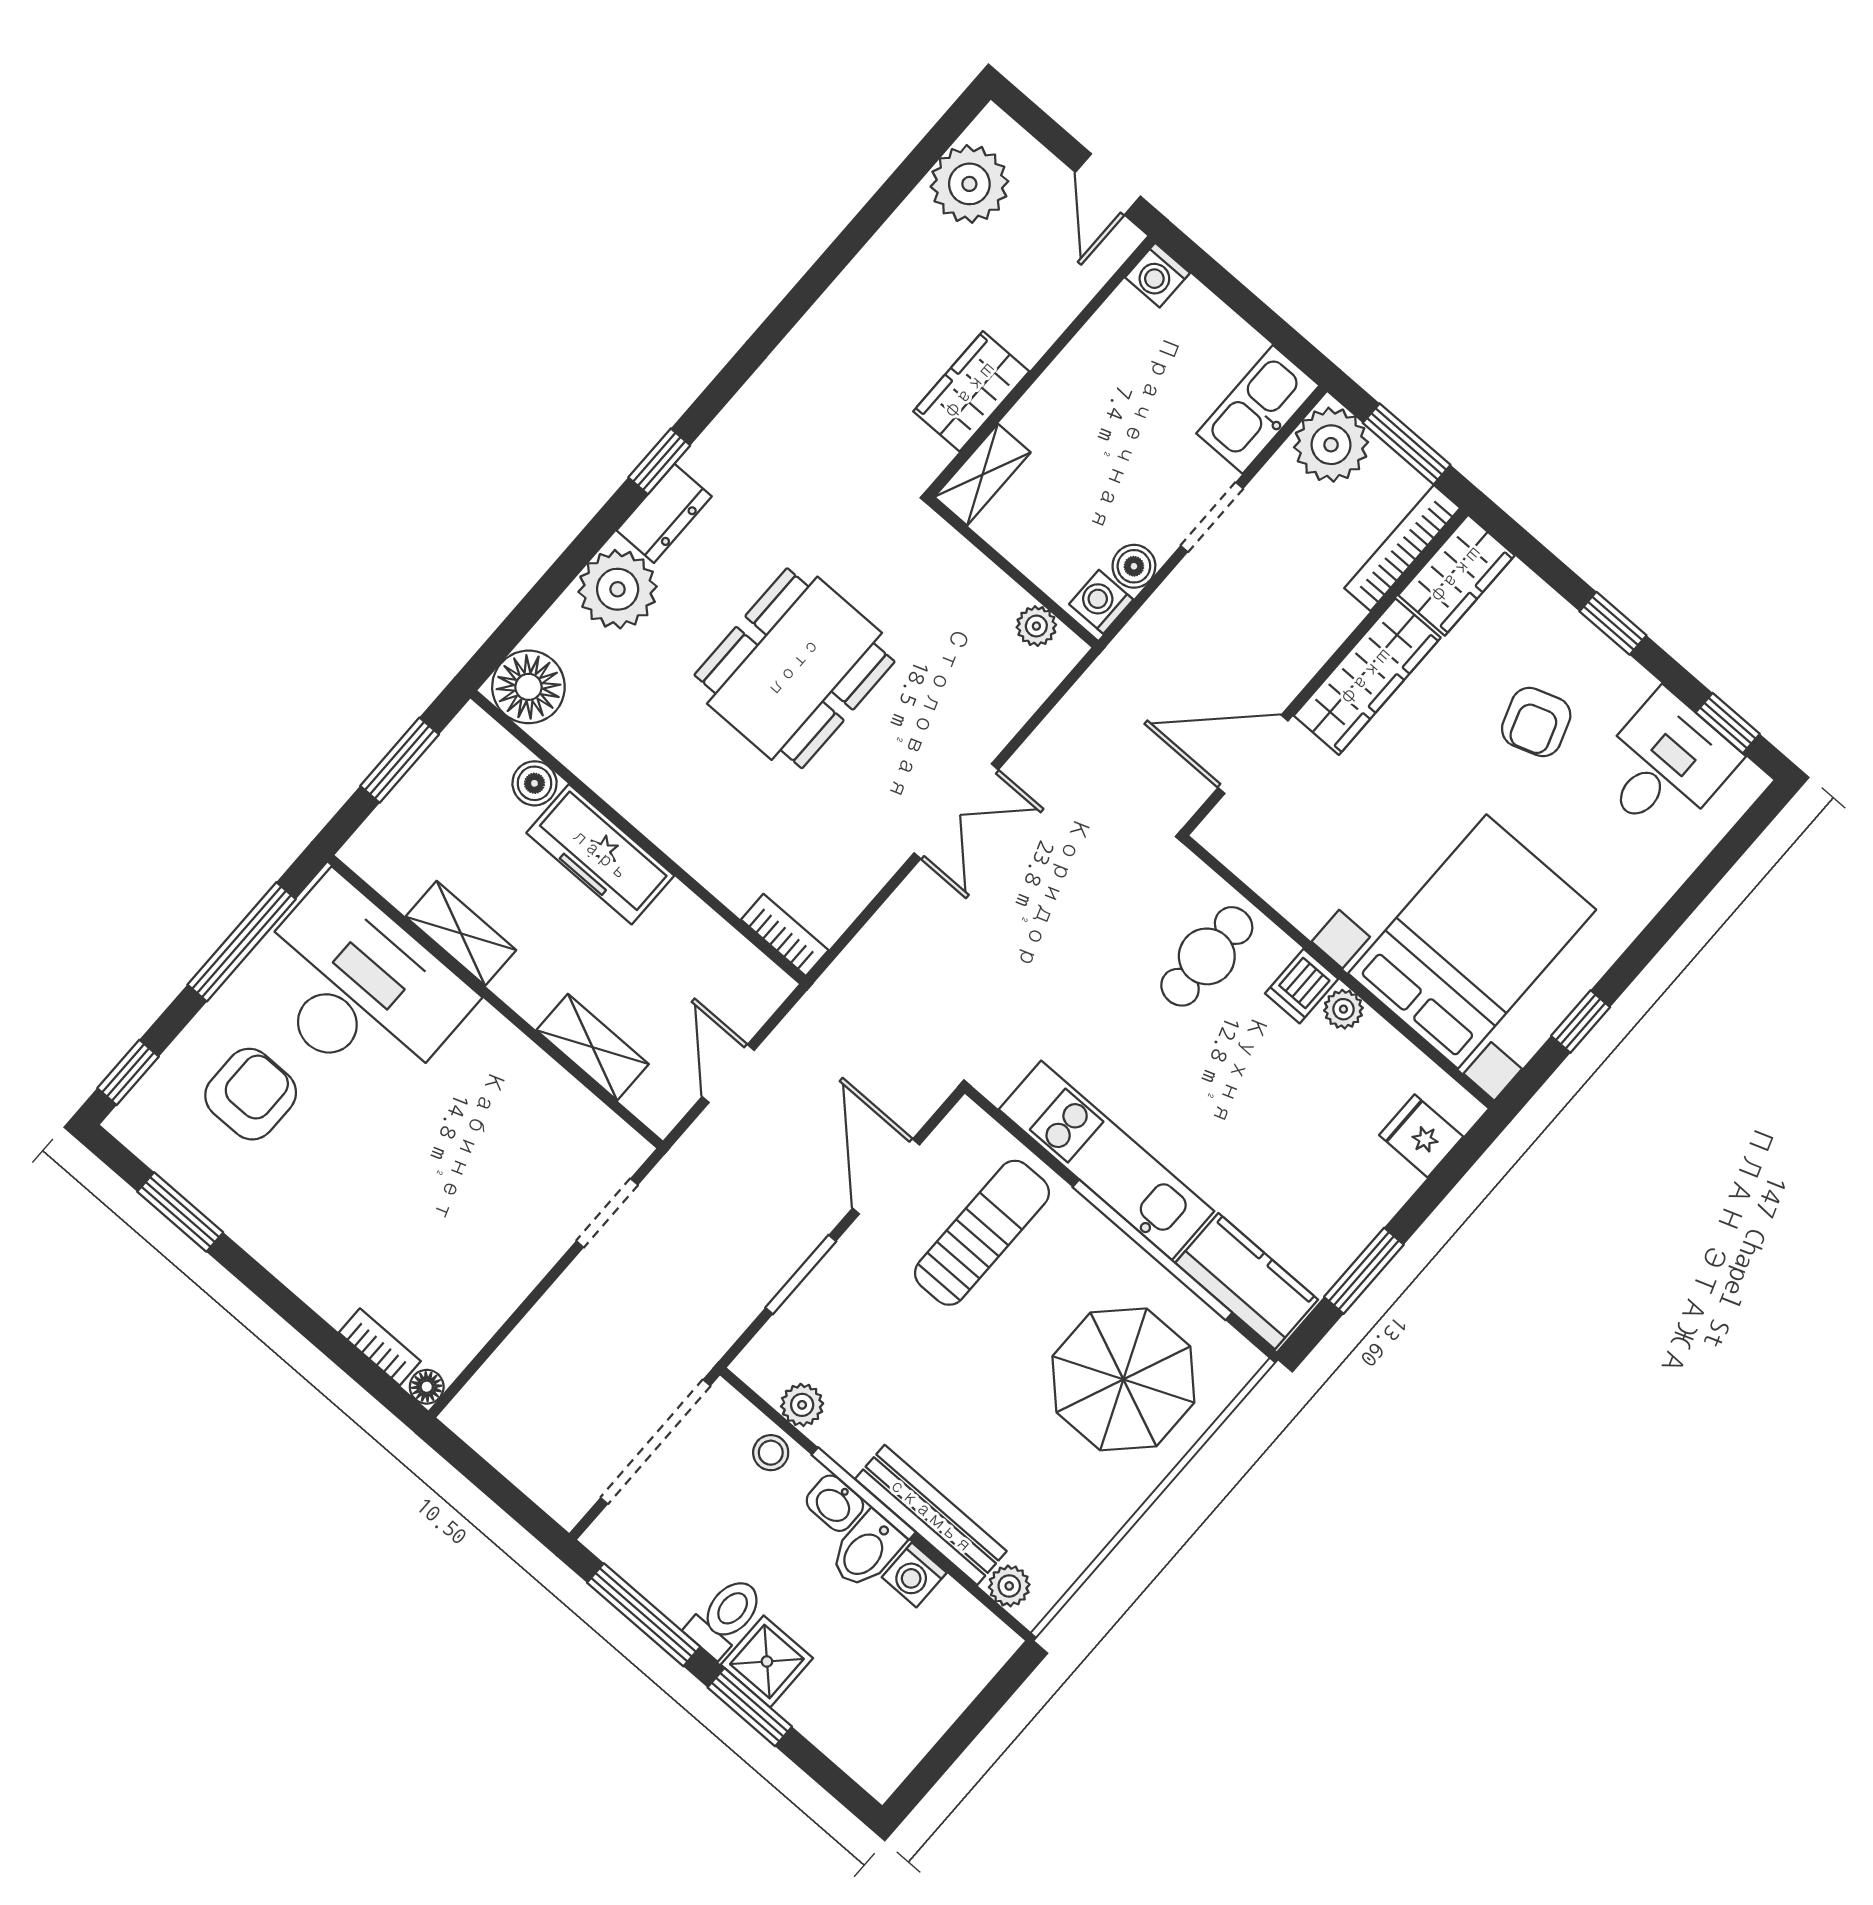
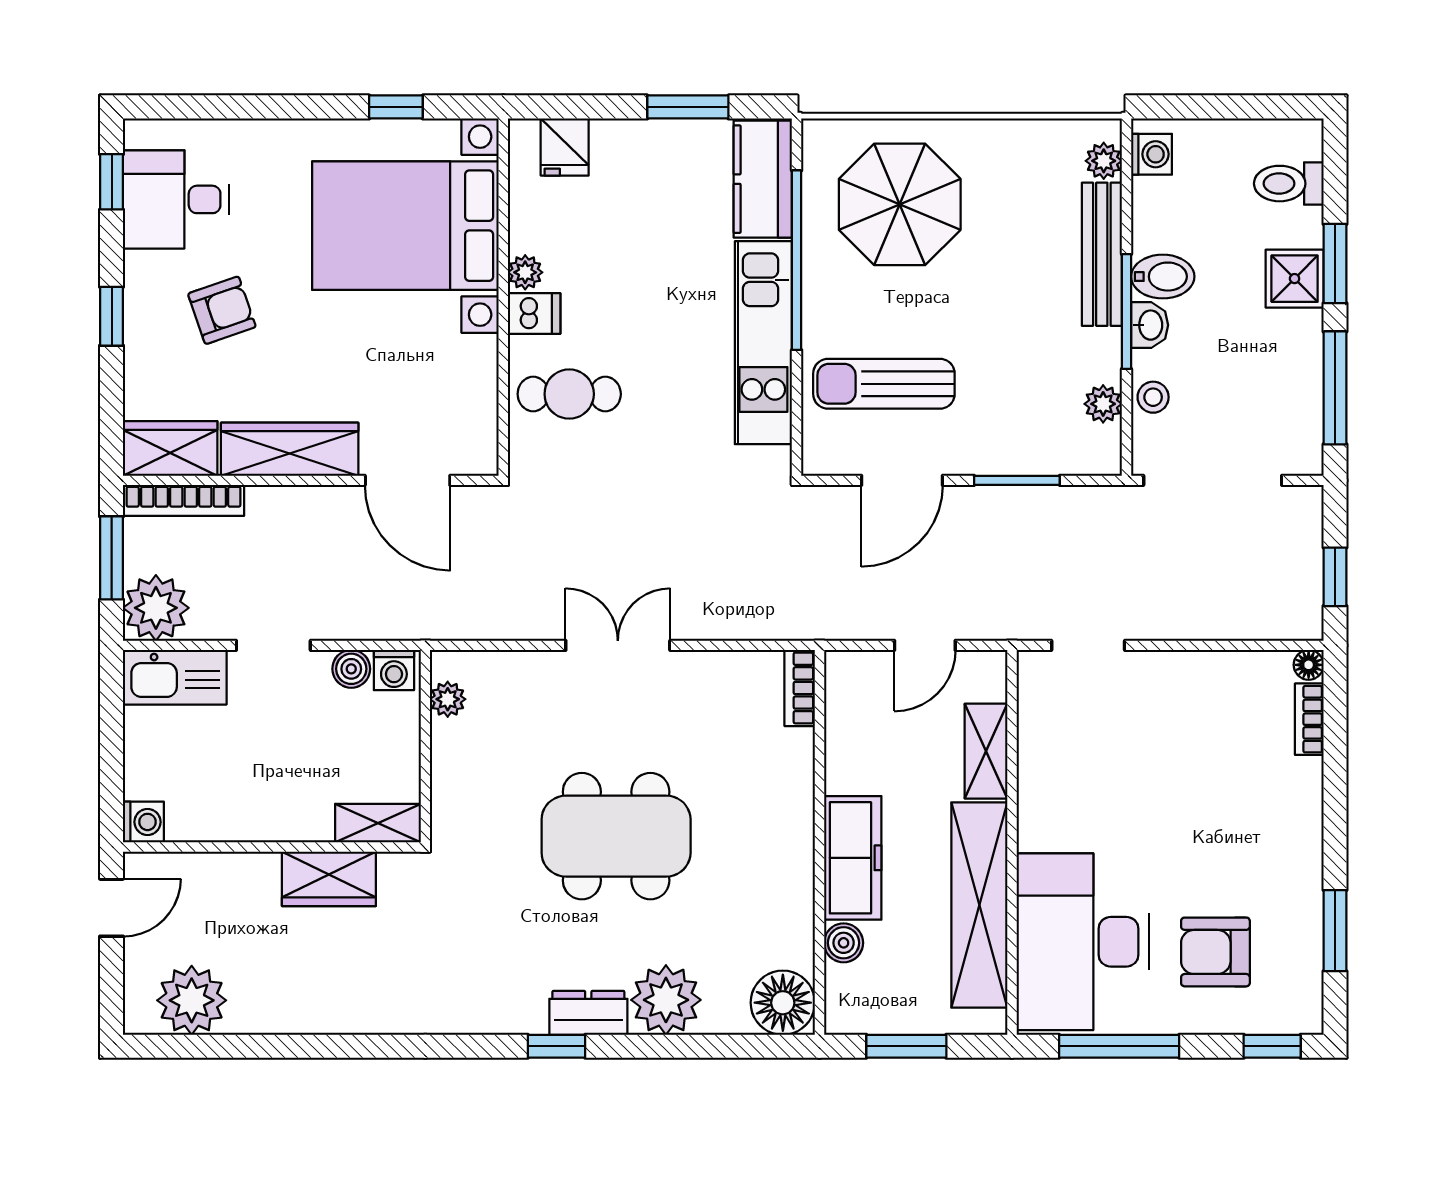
shelving: (461, 933) -> (979, 905), width x2.20, depth x1.33
window: (482, 1475) -> (1335, 577), added
washing machine: (914, 1575) -> (1151, 154), moved
toilet: (725, 1617) -> (1289, 184), moved

